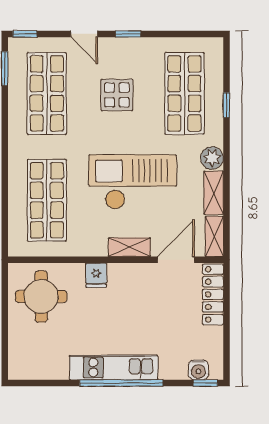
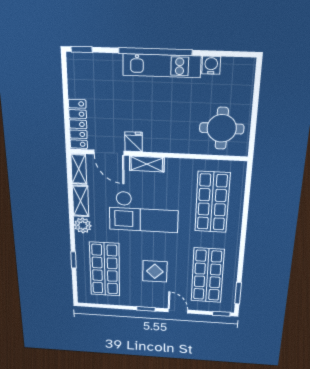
door: (176, 260) -> (109, 153), hinge flipped
fridge: (96, 275) -> (134, 142), moved
water cooler: (198, 370) -> (211, 65), moved

